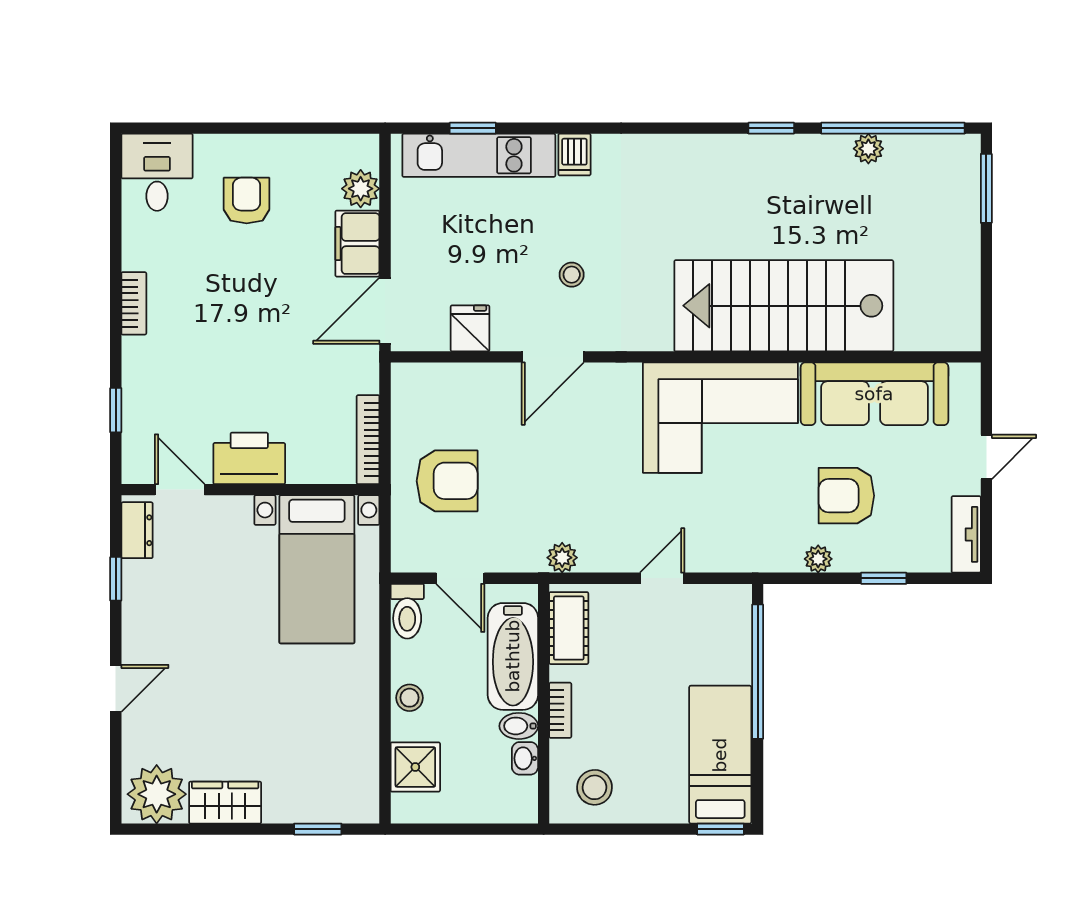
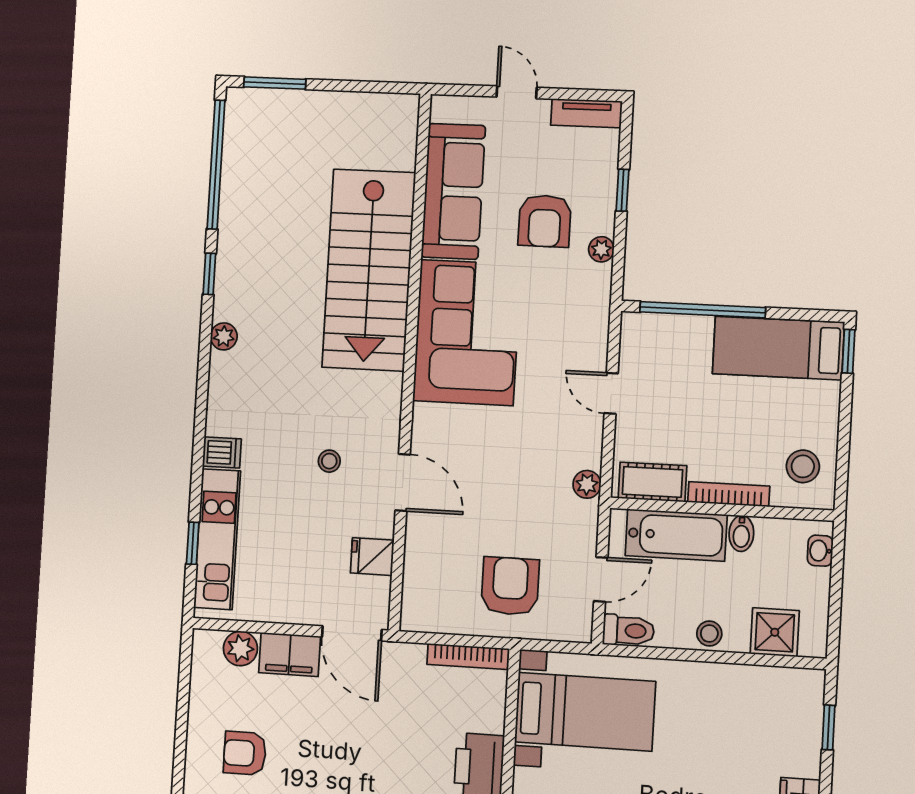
plant: (868, 149) -> (224, 336), moved
bookcase: (560, 710) -> (729, 494), width x1.56
washbasin: (525, 758) -> (820, 551), moved, turned 90

